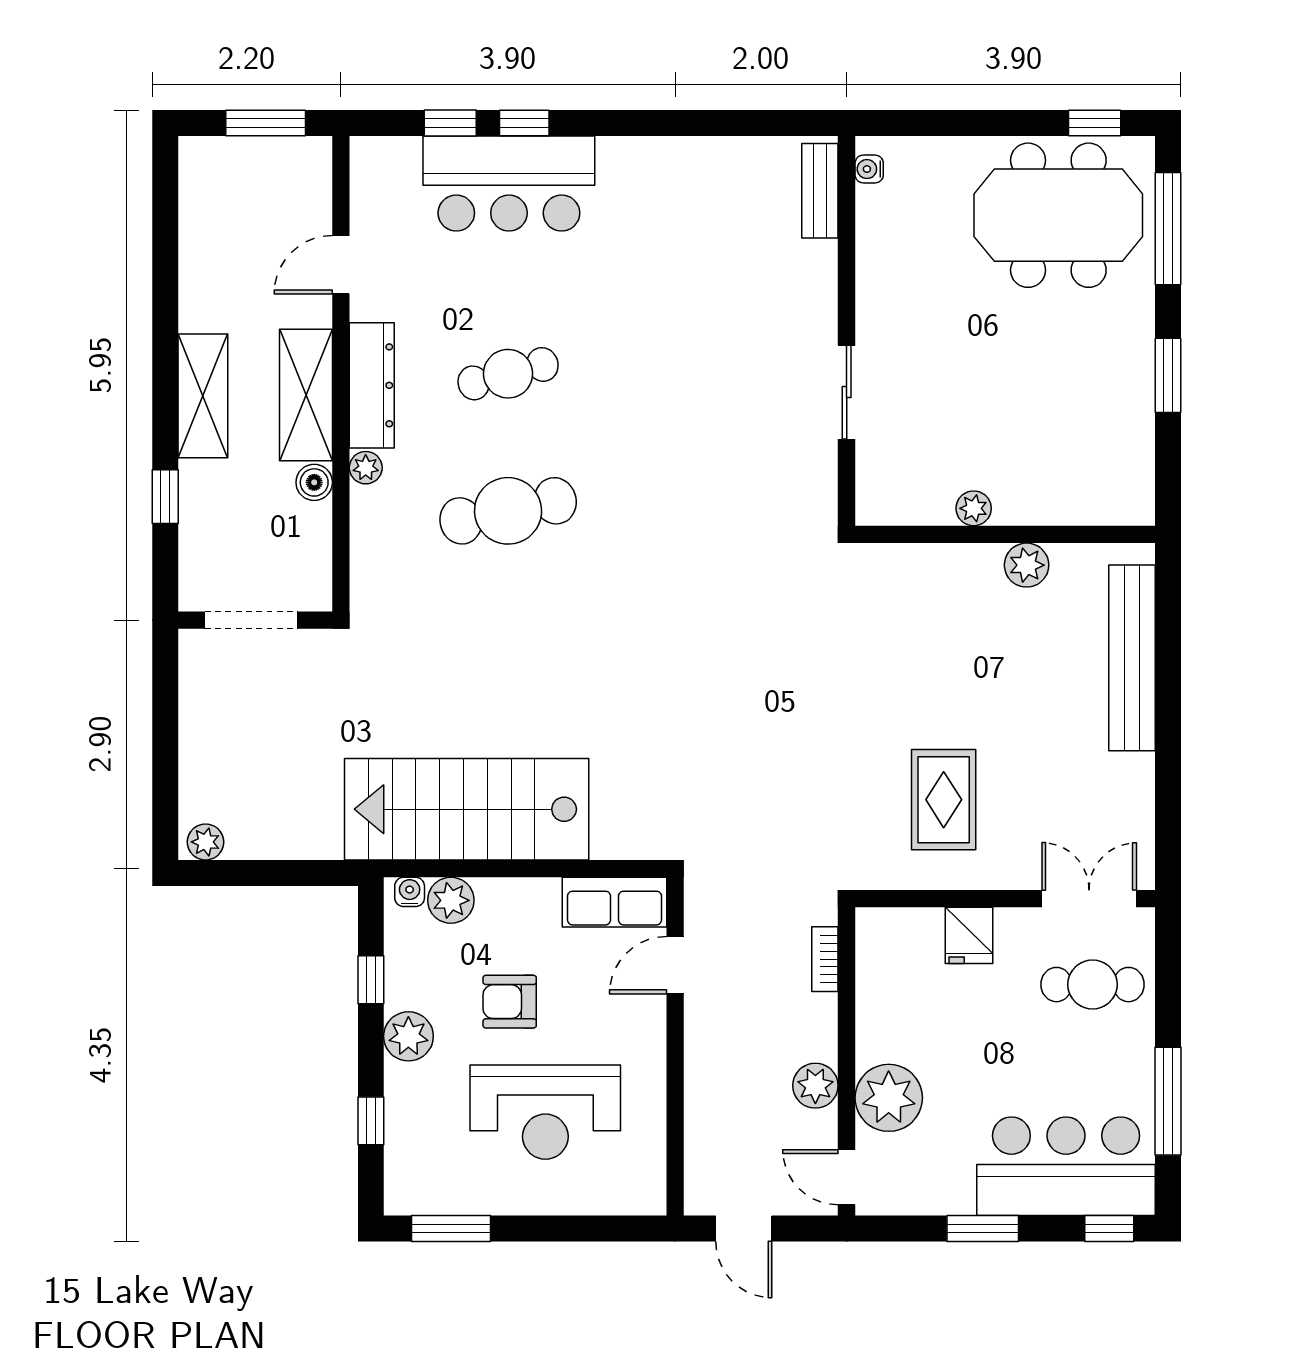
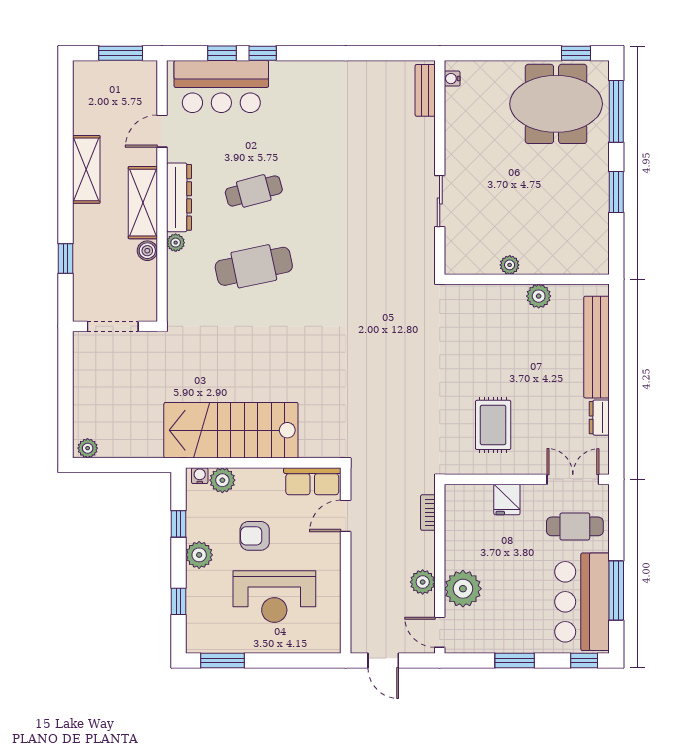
bar counter: (509, 184) -> (221, 86), moved
shelving: (203, 396) -> (86, 169), moved
dresser: (1137, 786) -> (599, 418), added
bar counter: (1066, 1166) -> (582, 602), moved, turned -90

